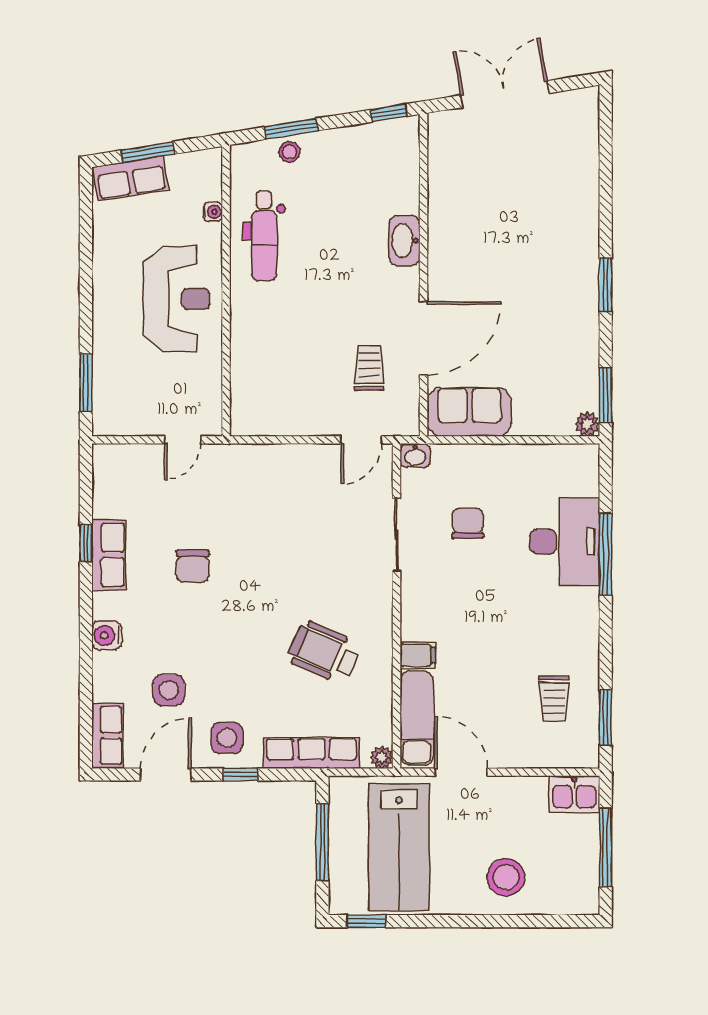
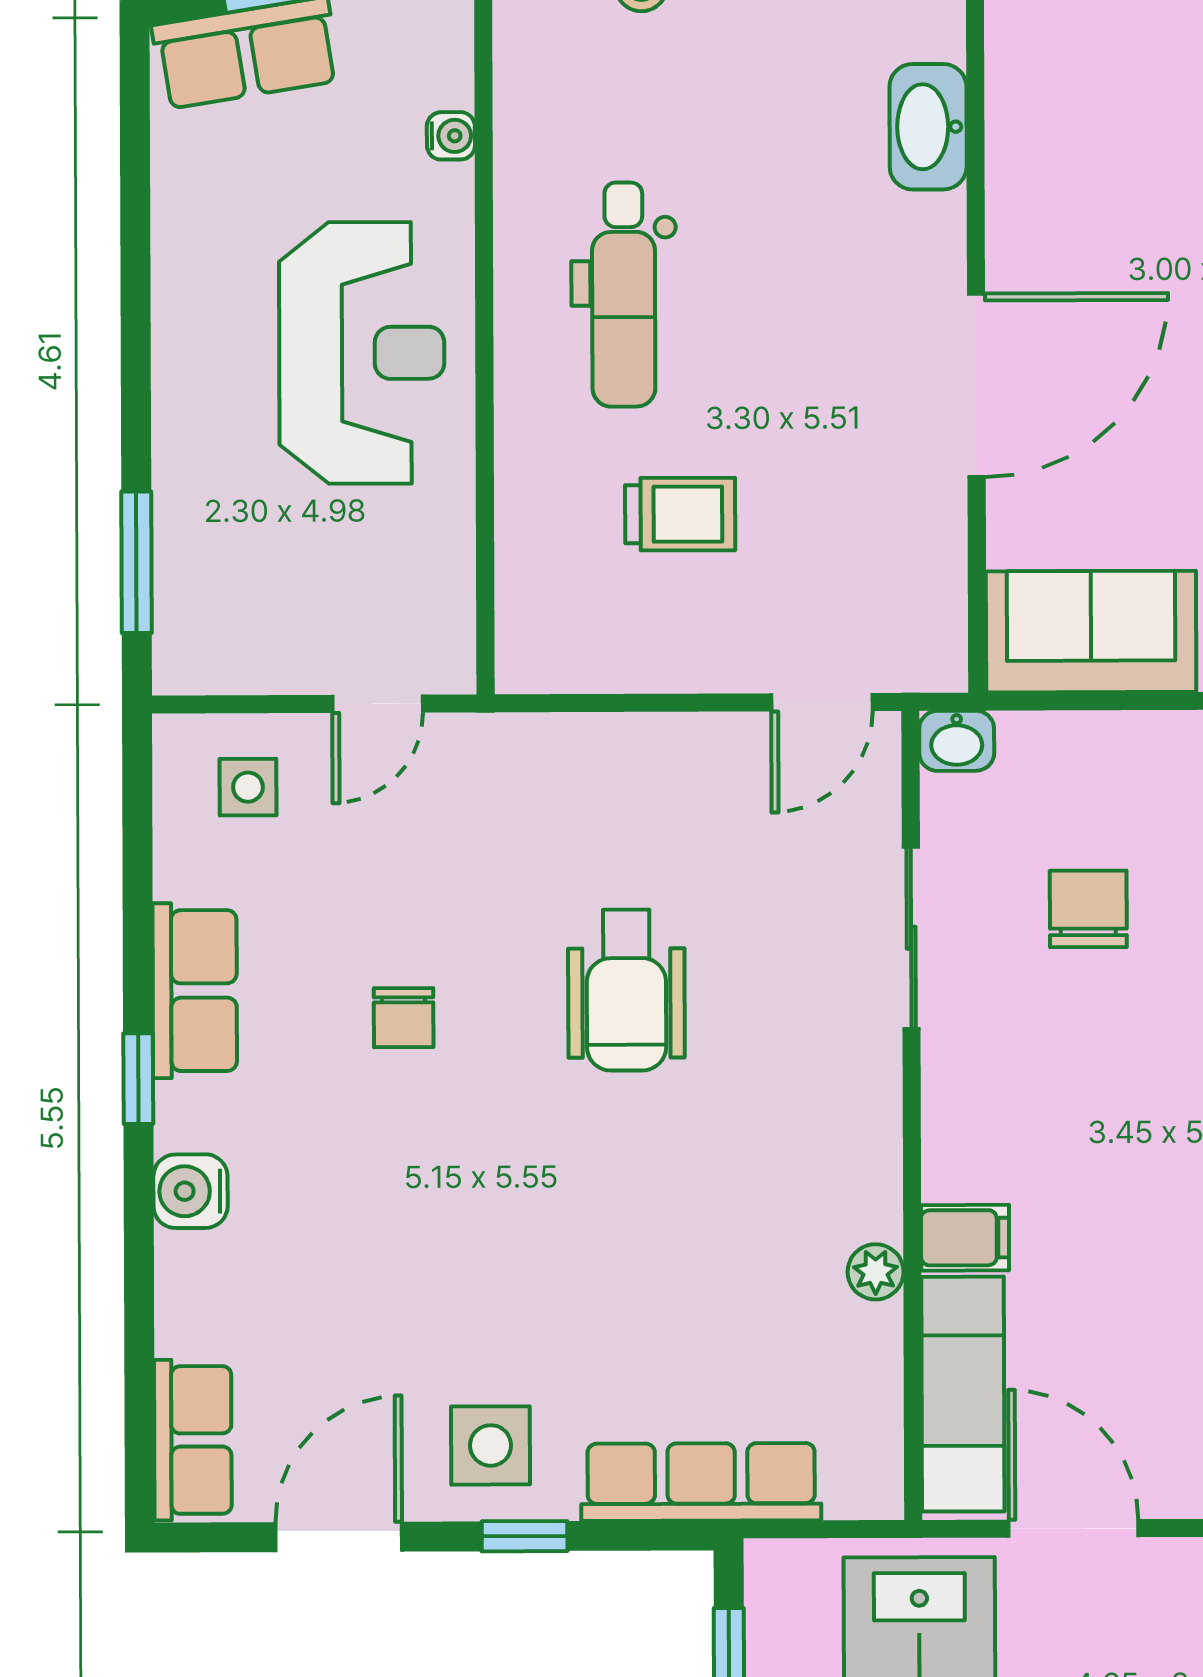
dental chair: (264, 236) -> (624, 295), moved
washbasin: (405, 241) -> (928, 127), moved
door: (424, 338) -> (976, 385), moved
trolley: (369, 368) -> (680, 514), moved, turned 90
window: (86, 543) -> (138, 1079), moved
chair: (193, 566) -> (404, 1018), width x0.73, depth x0.73
wheelchair: (324, 652) -> (626, 990), moved, turned -114
side table: (169, 690) -> (248, 787), moved, width x0.73, depth x0.73
plant: (382, 757) -> (876, 1272), moved

